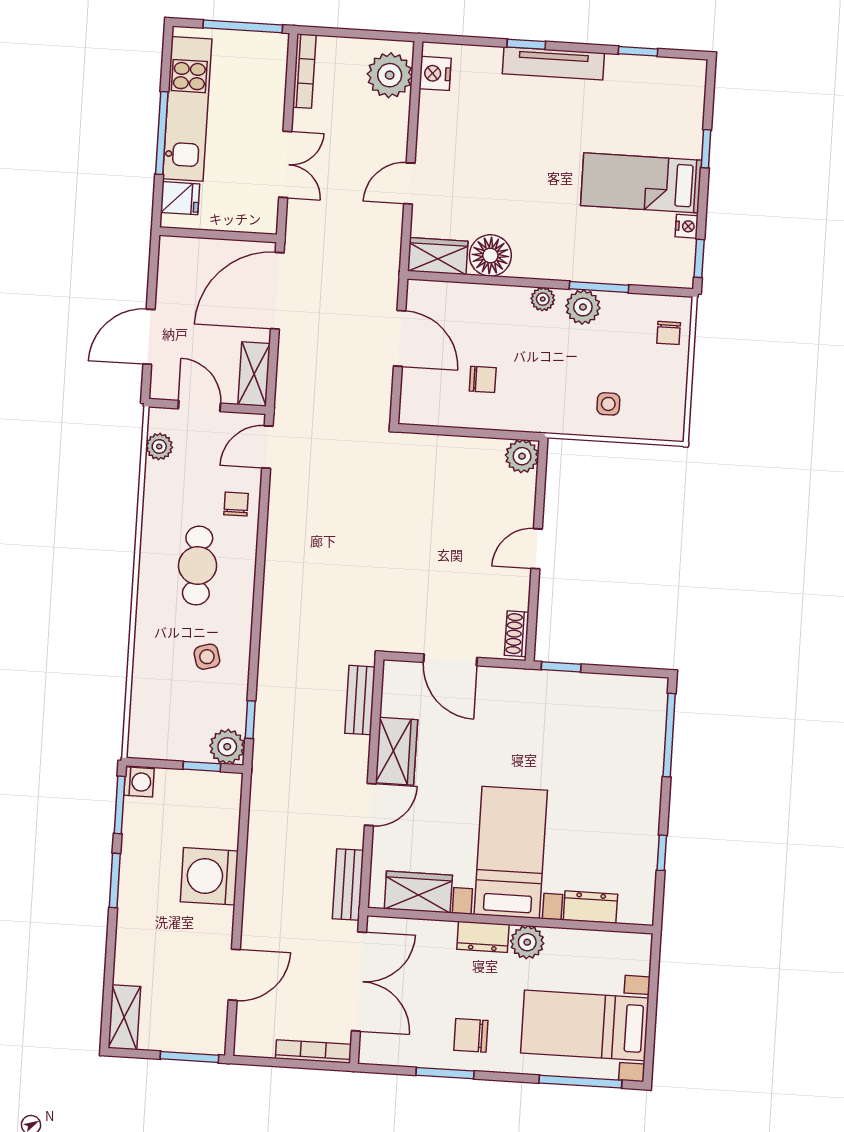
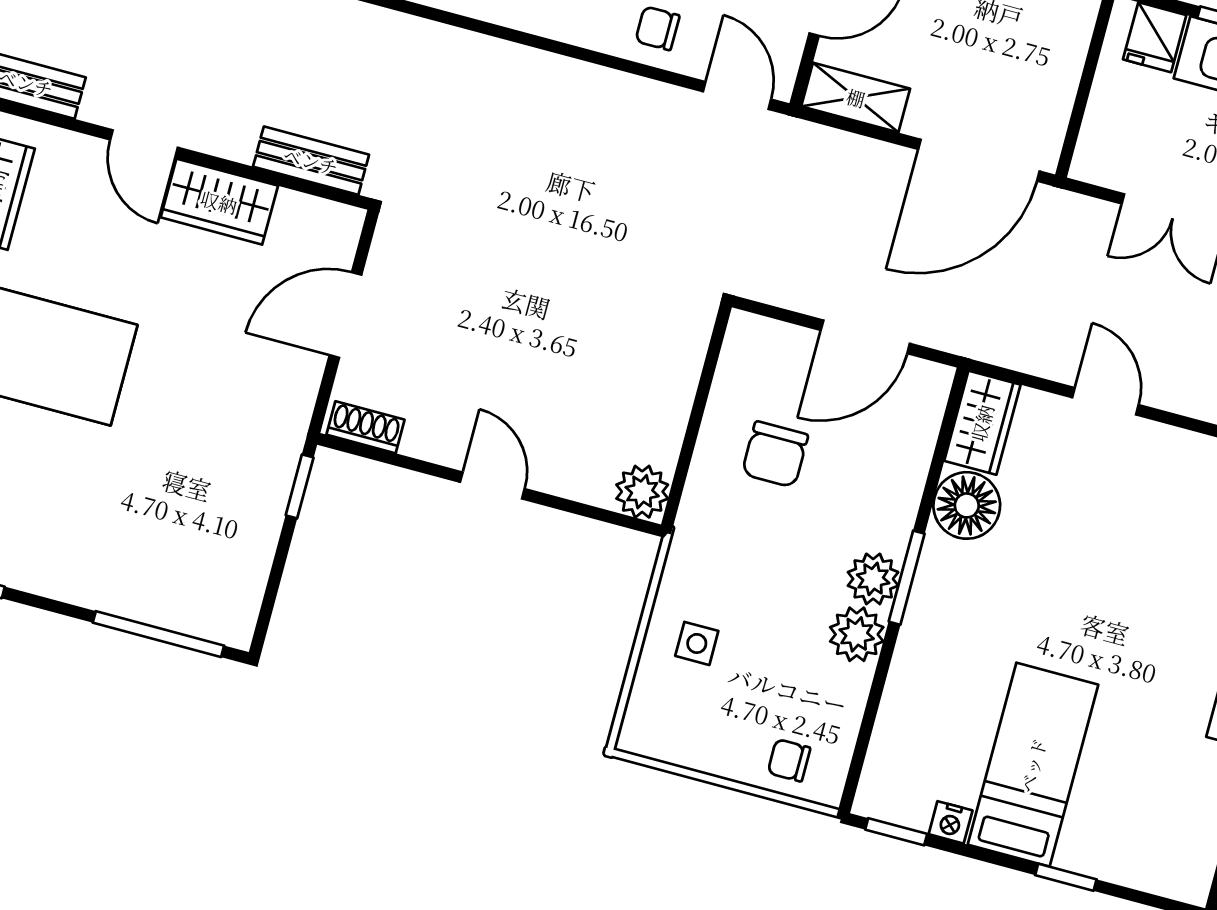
window: (599, 287) -> (907, 578), moved
door: (277, 291) -> (979, 160), swing flipped
plant: (543, 299) -> (873, 579), width x1.38, depth x1.38
chair: (483, 379) -> (775, 454), width x1.37, depth x1.37
chair: (236, 504) -> (657, 28), turned 180

